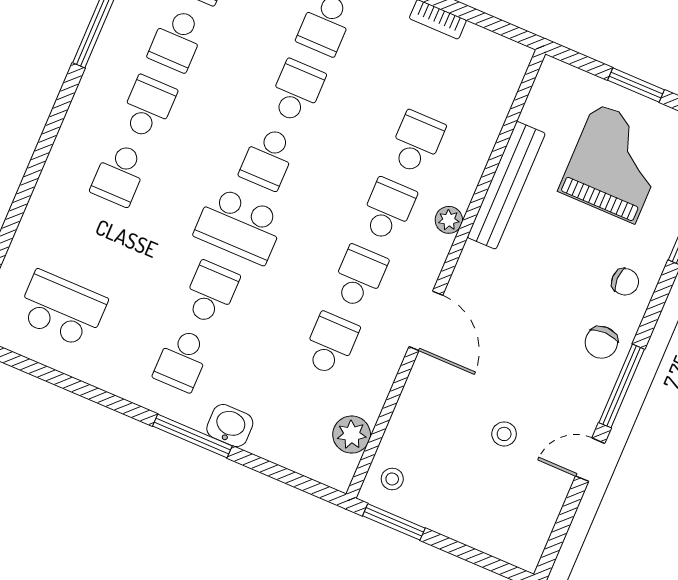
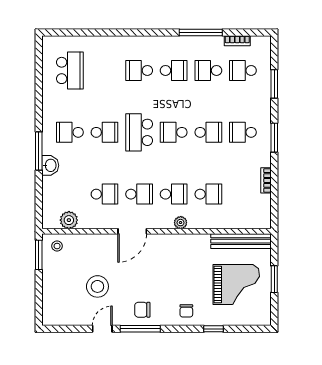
bench: (506, 185) -> (241, 241), moved
chair: (601, 342) -> (142, 310), moved
stool: (504, 434) -> (97, 286), width x1.89, depth x1.89
door: (590, 460) -> (102, 329), hinge flipped

